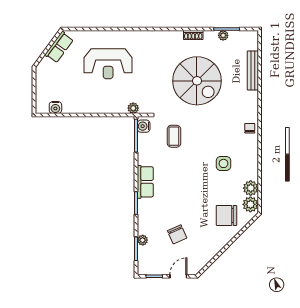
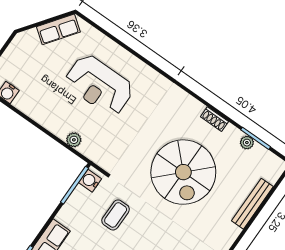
plant: (133, 108) -> (74, 140), moved

